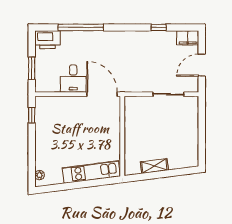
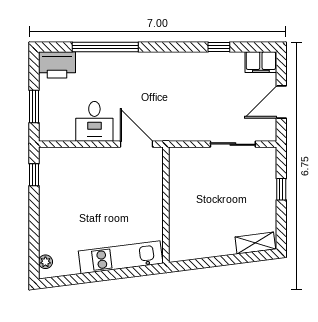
door: (102, 94) -> (136, 144), width x0.73
window: (202, 125) -> (281, 189), added
shelving: (154, 166) -> (255, 243), moved

